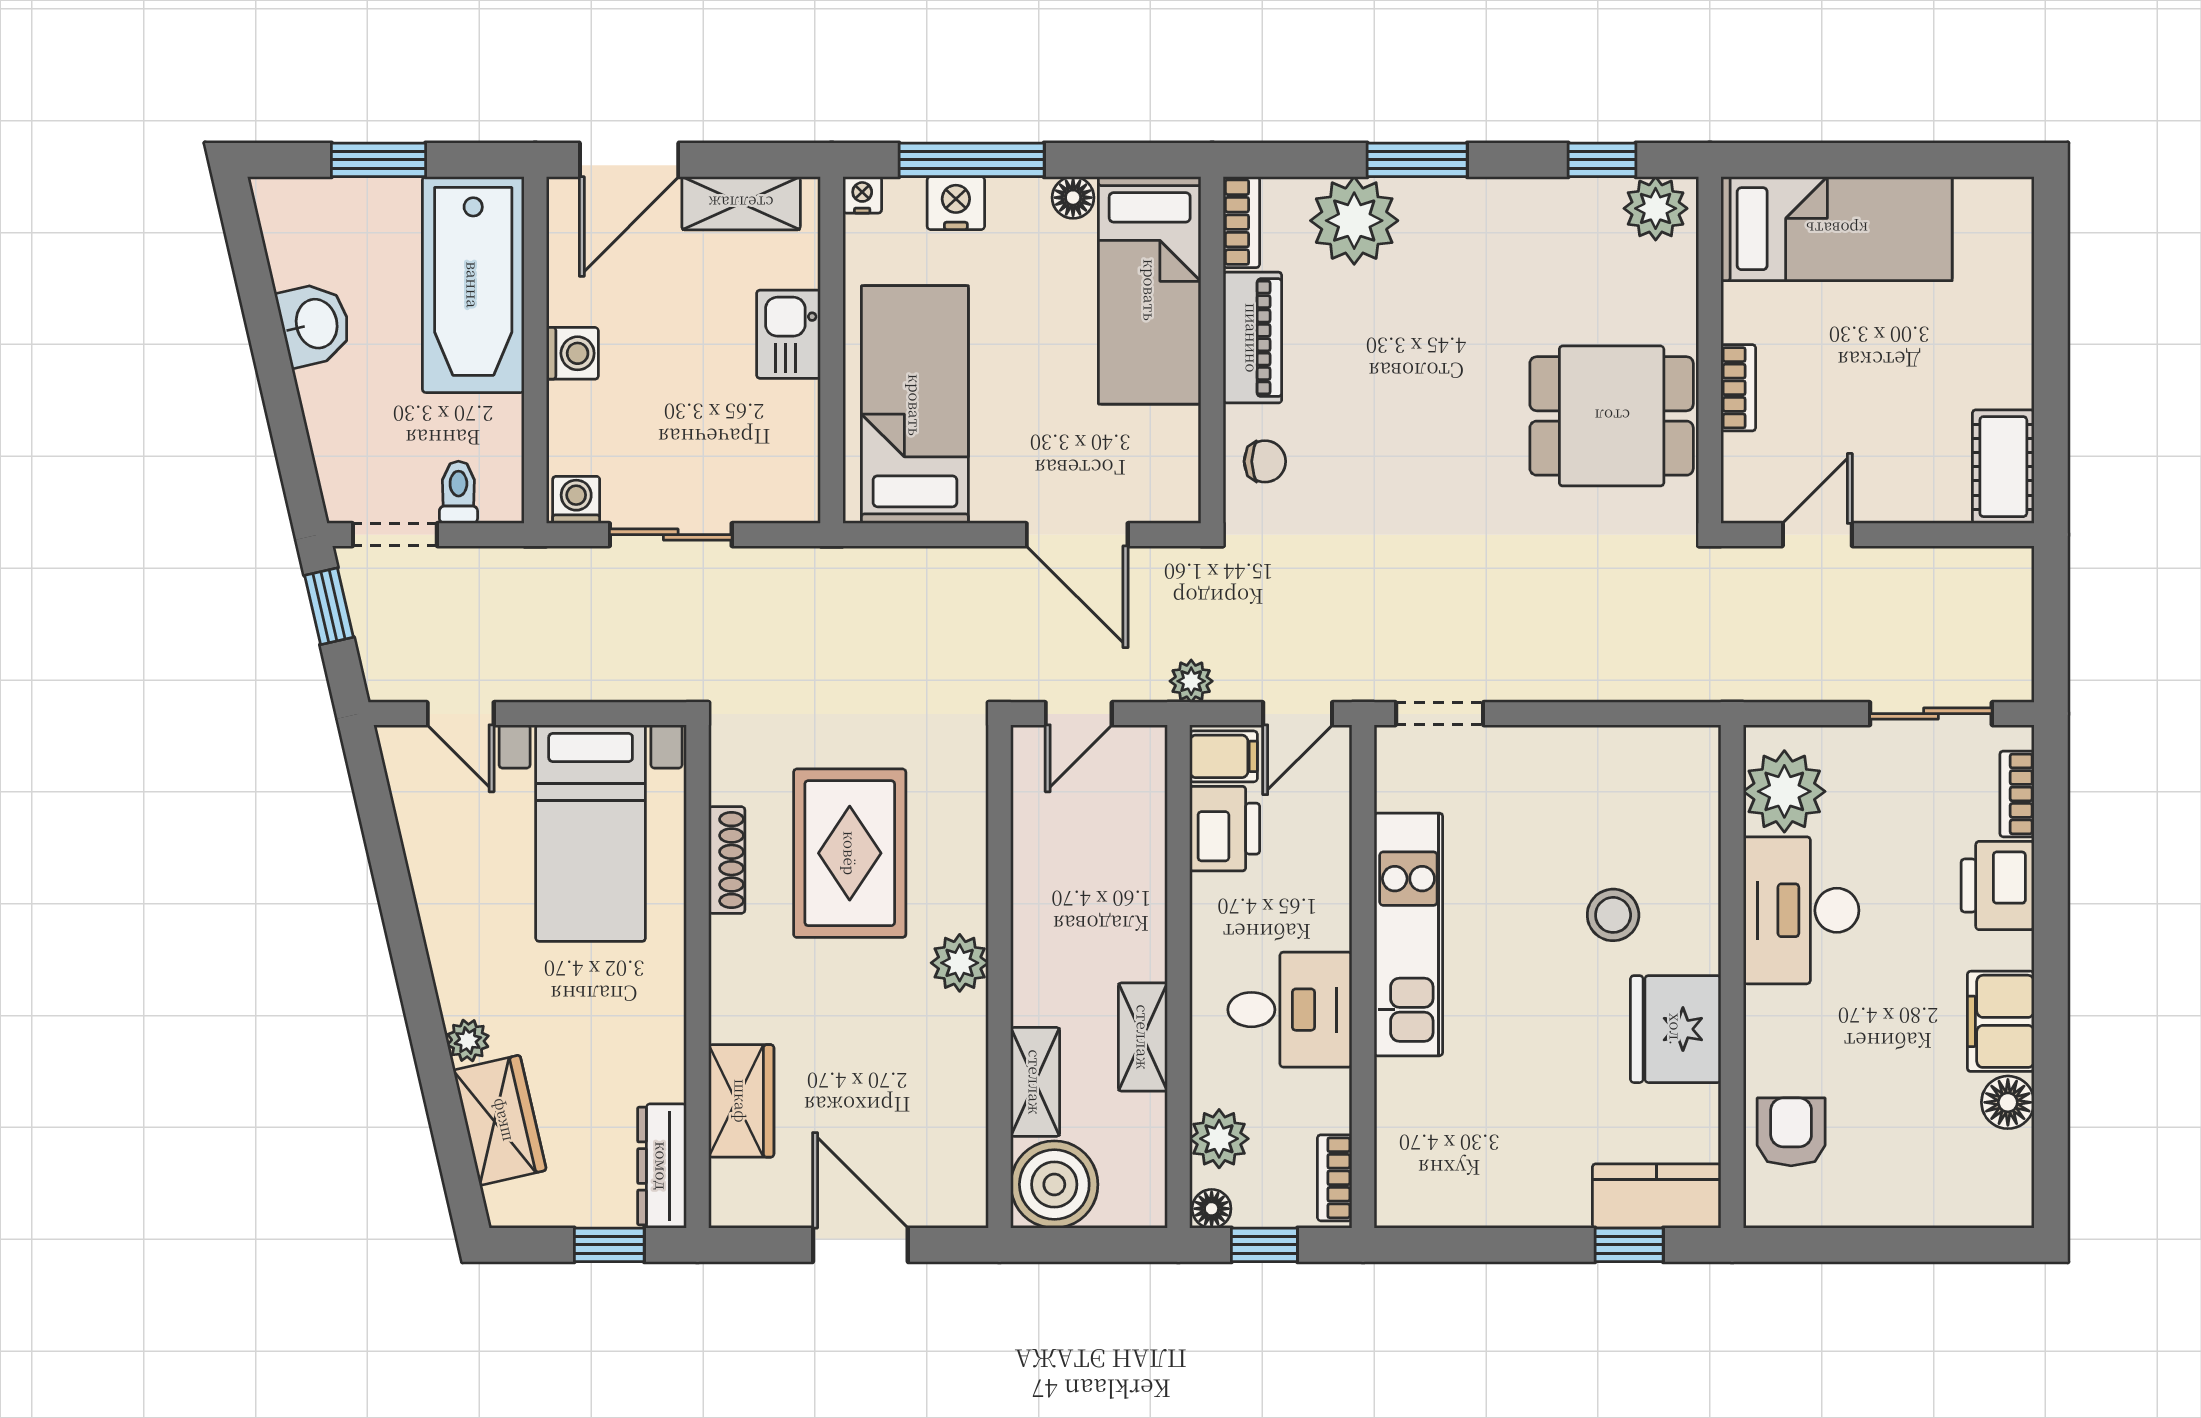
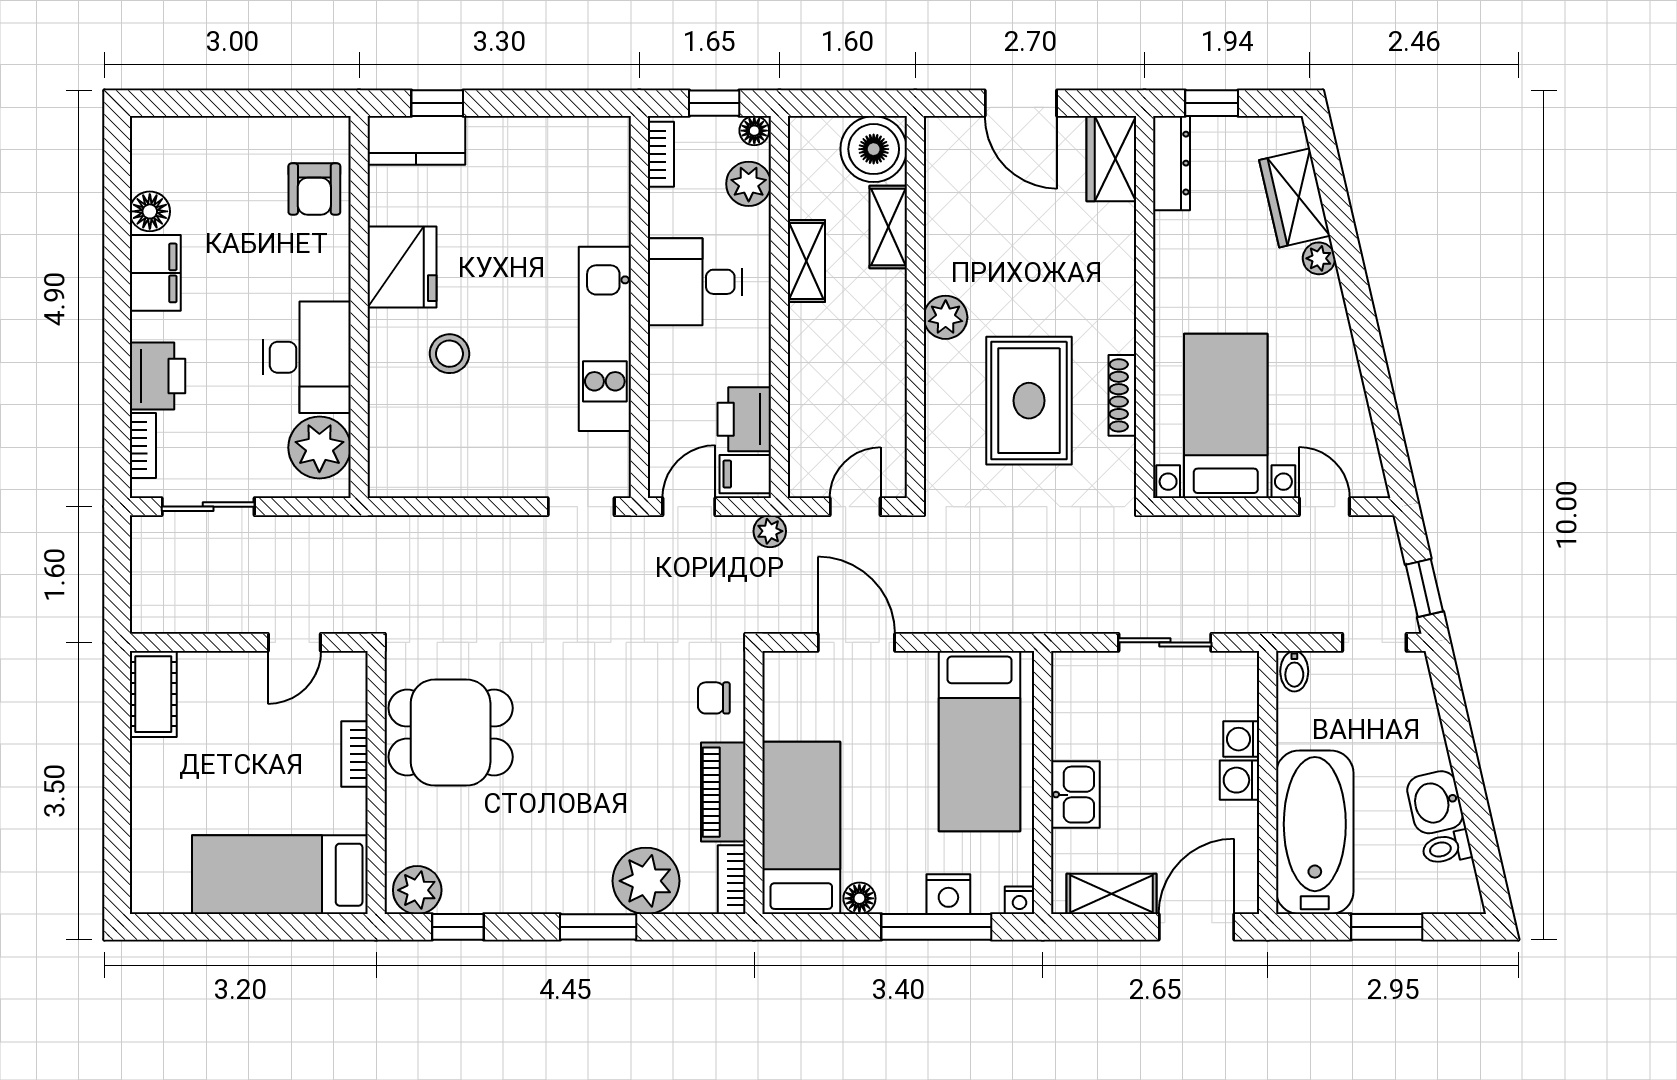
toilet: (458, 492) -> (1447, 848), moved, turned 77
bidet: (500, 497) -> (1294, 671), added
washing machine: (576, 500) -> (1241, 739), moved, turned 90
wardrobe: (741, 1101) -> (1111, 159), moved

